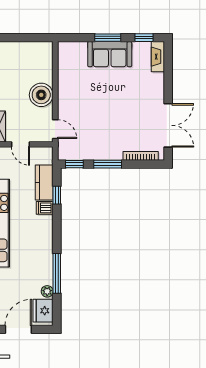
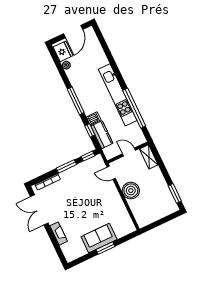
window: (144, 38) -> (82, 259), removed
fireplace: (158, 57) -> (59, 234), moved
window: (57, 273) -> (76, 101), moved

